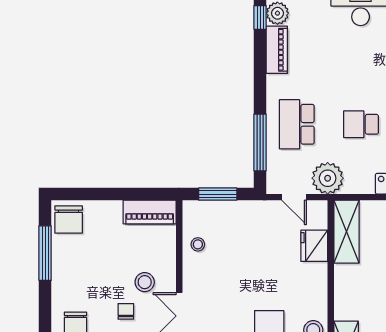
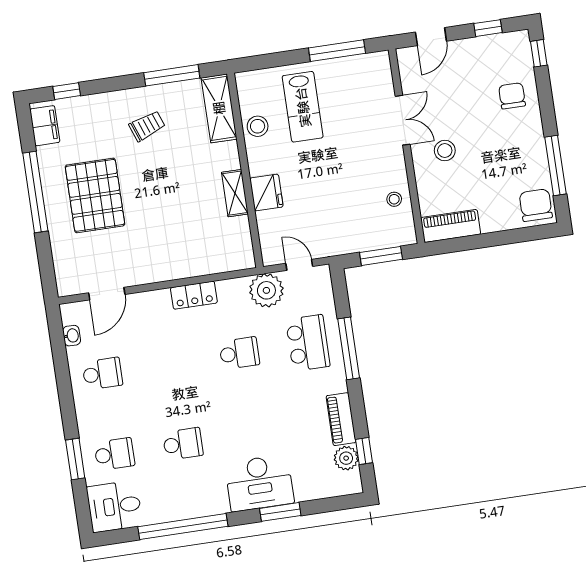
window: (260, 143) -> (349, 348), moved
shelving: (346, 232) -> (235, 193), moved, width x0.67, depth x0.75
fridge: (314, 246) -> (266, 193), moved
chair: (126, 311) -> (460, 116), removed

